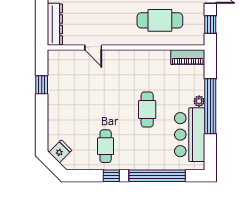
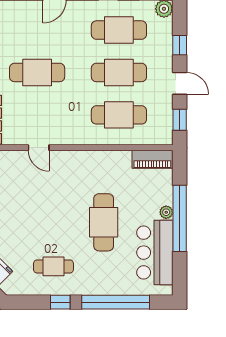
cafe table: (147, 110) -> (104, 222), width x1.37, depth x1.35
cafe table: (106, 146) -> (53, 266), turned 90

